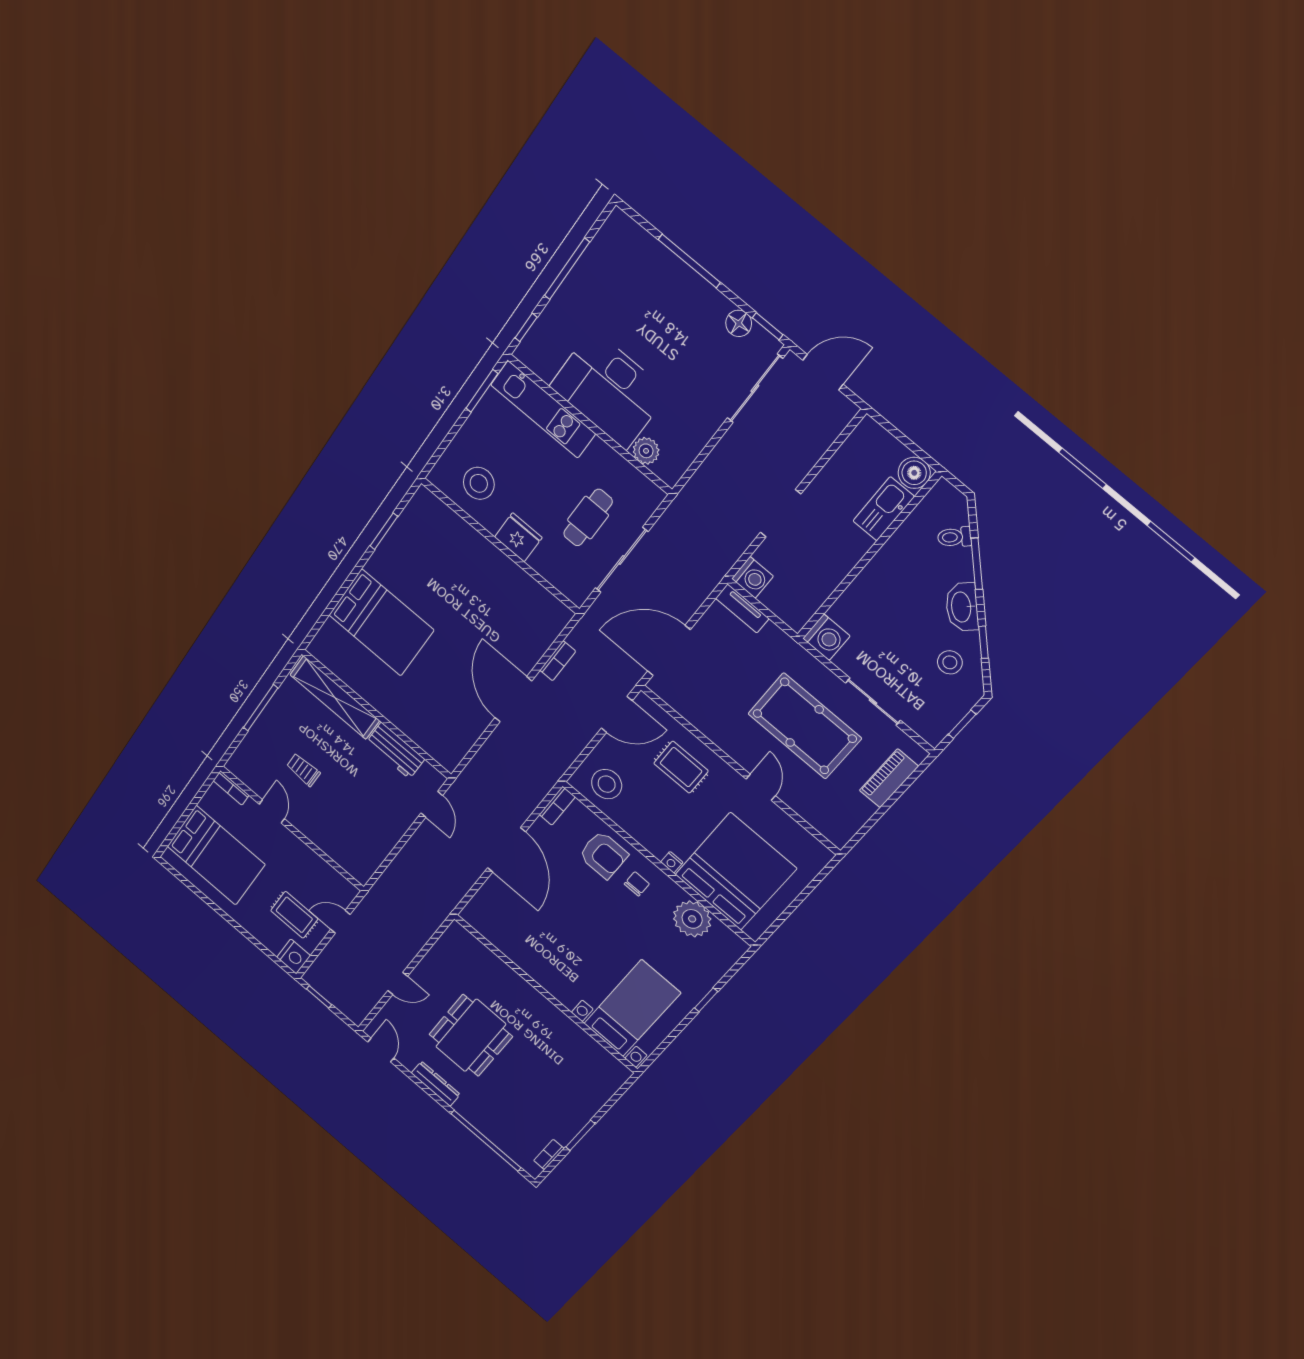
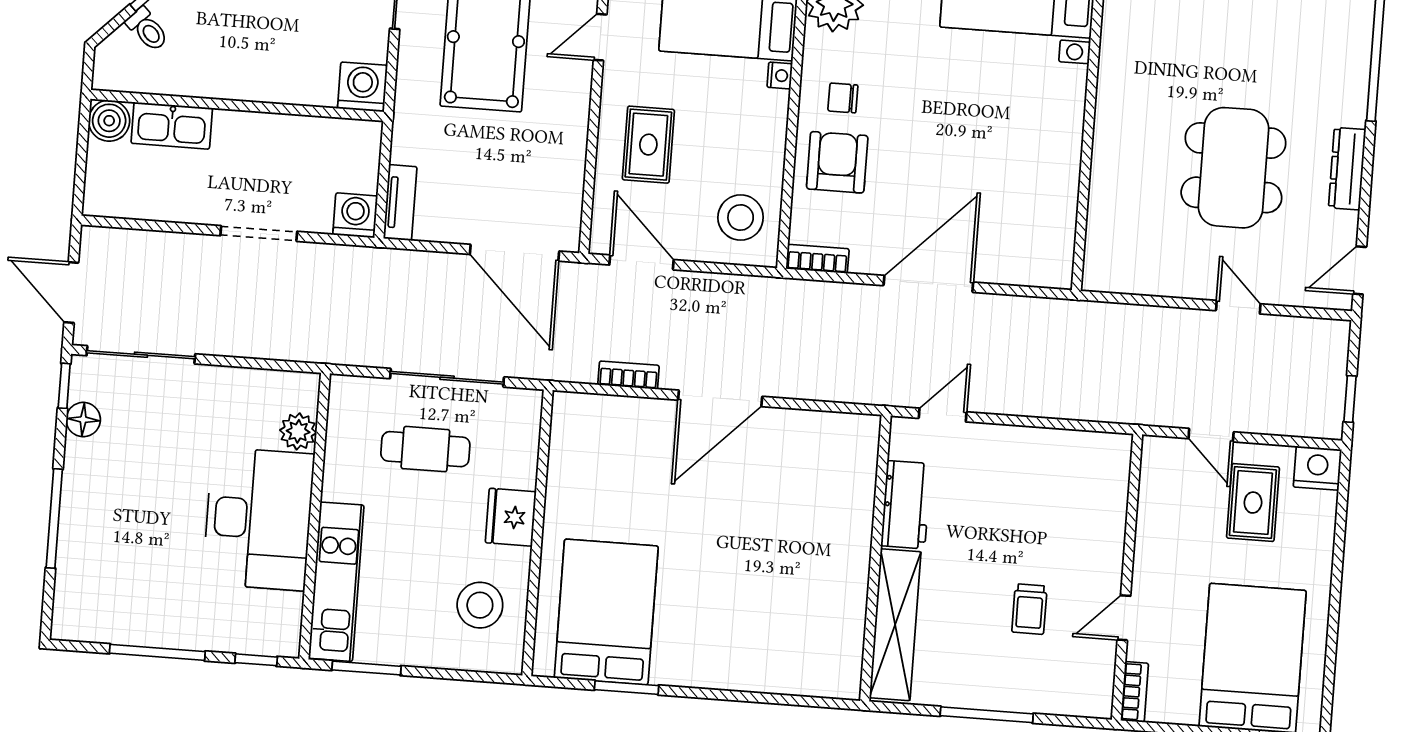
bed: (381, 623) -> (606, 612), moved
dining table: (471, 1035) -> (1233, 168), turned 90

